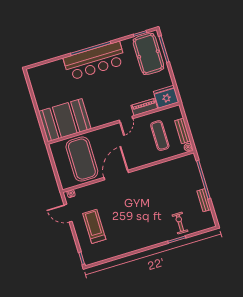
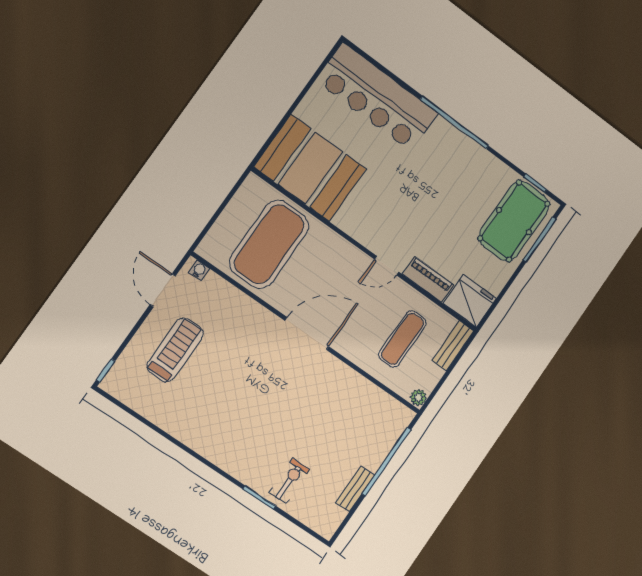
bar counter: (95, 61) -> (377, 97), moved
bench: (183, 131) -> (453, 346), moved
door: (116, 175) -> (307, 334), moved

